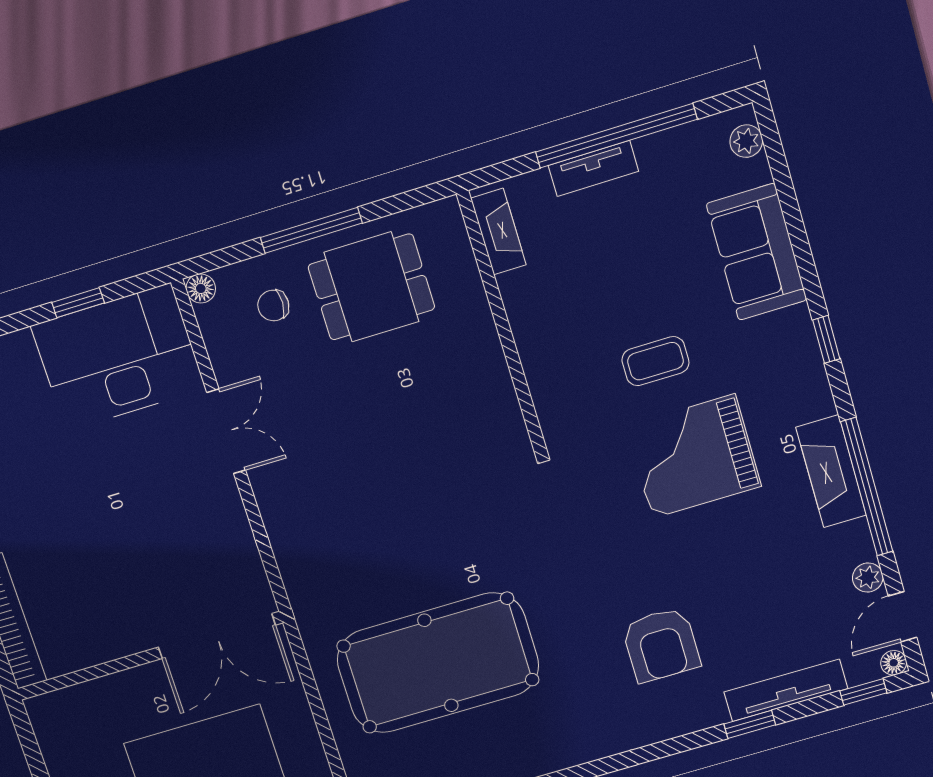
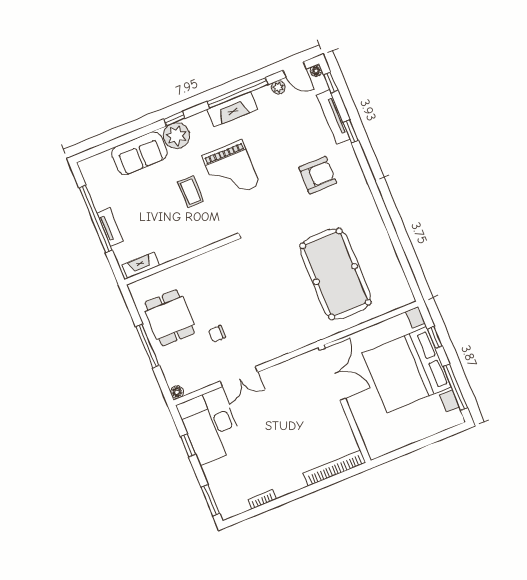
plant: (746, 141) -> (176, 136), moved, width x1.88, depth x1.88
chair: (273, 305) -> (217, 334), moved, turned 88
double door: (226, 431) -> (239, 377), swing flipped

